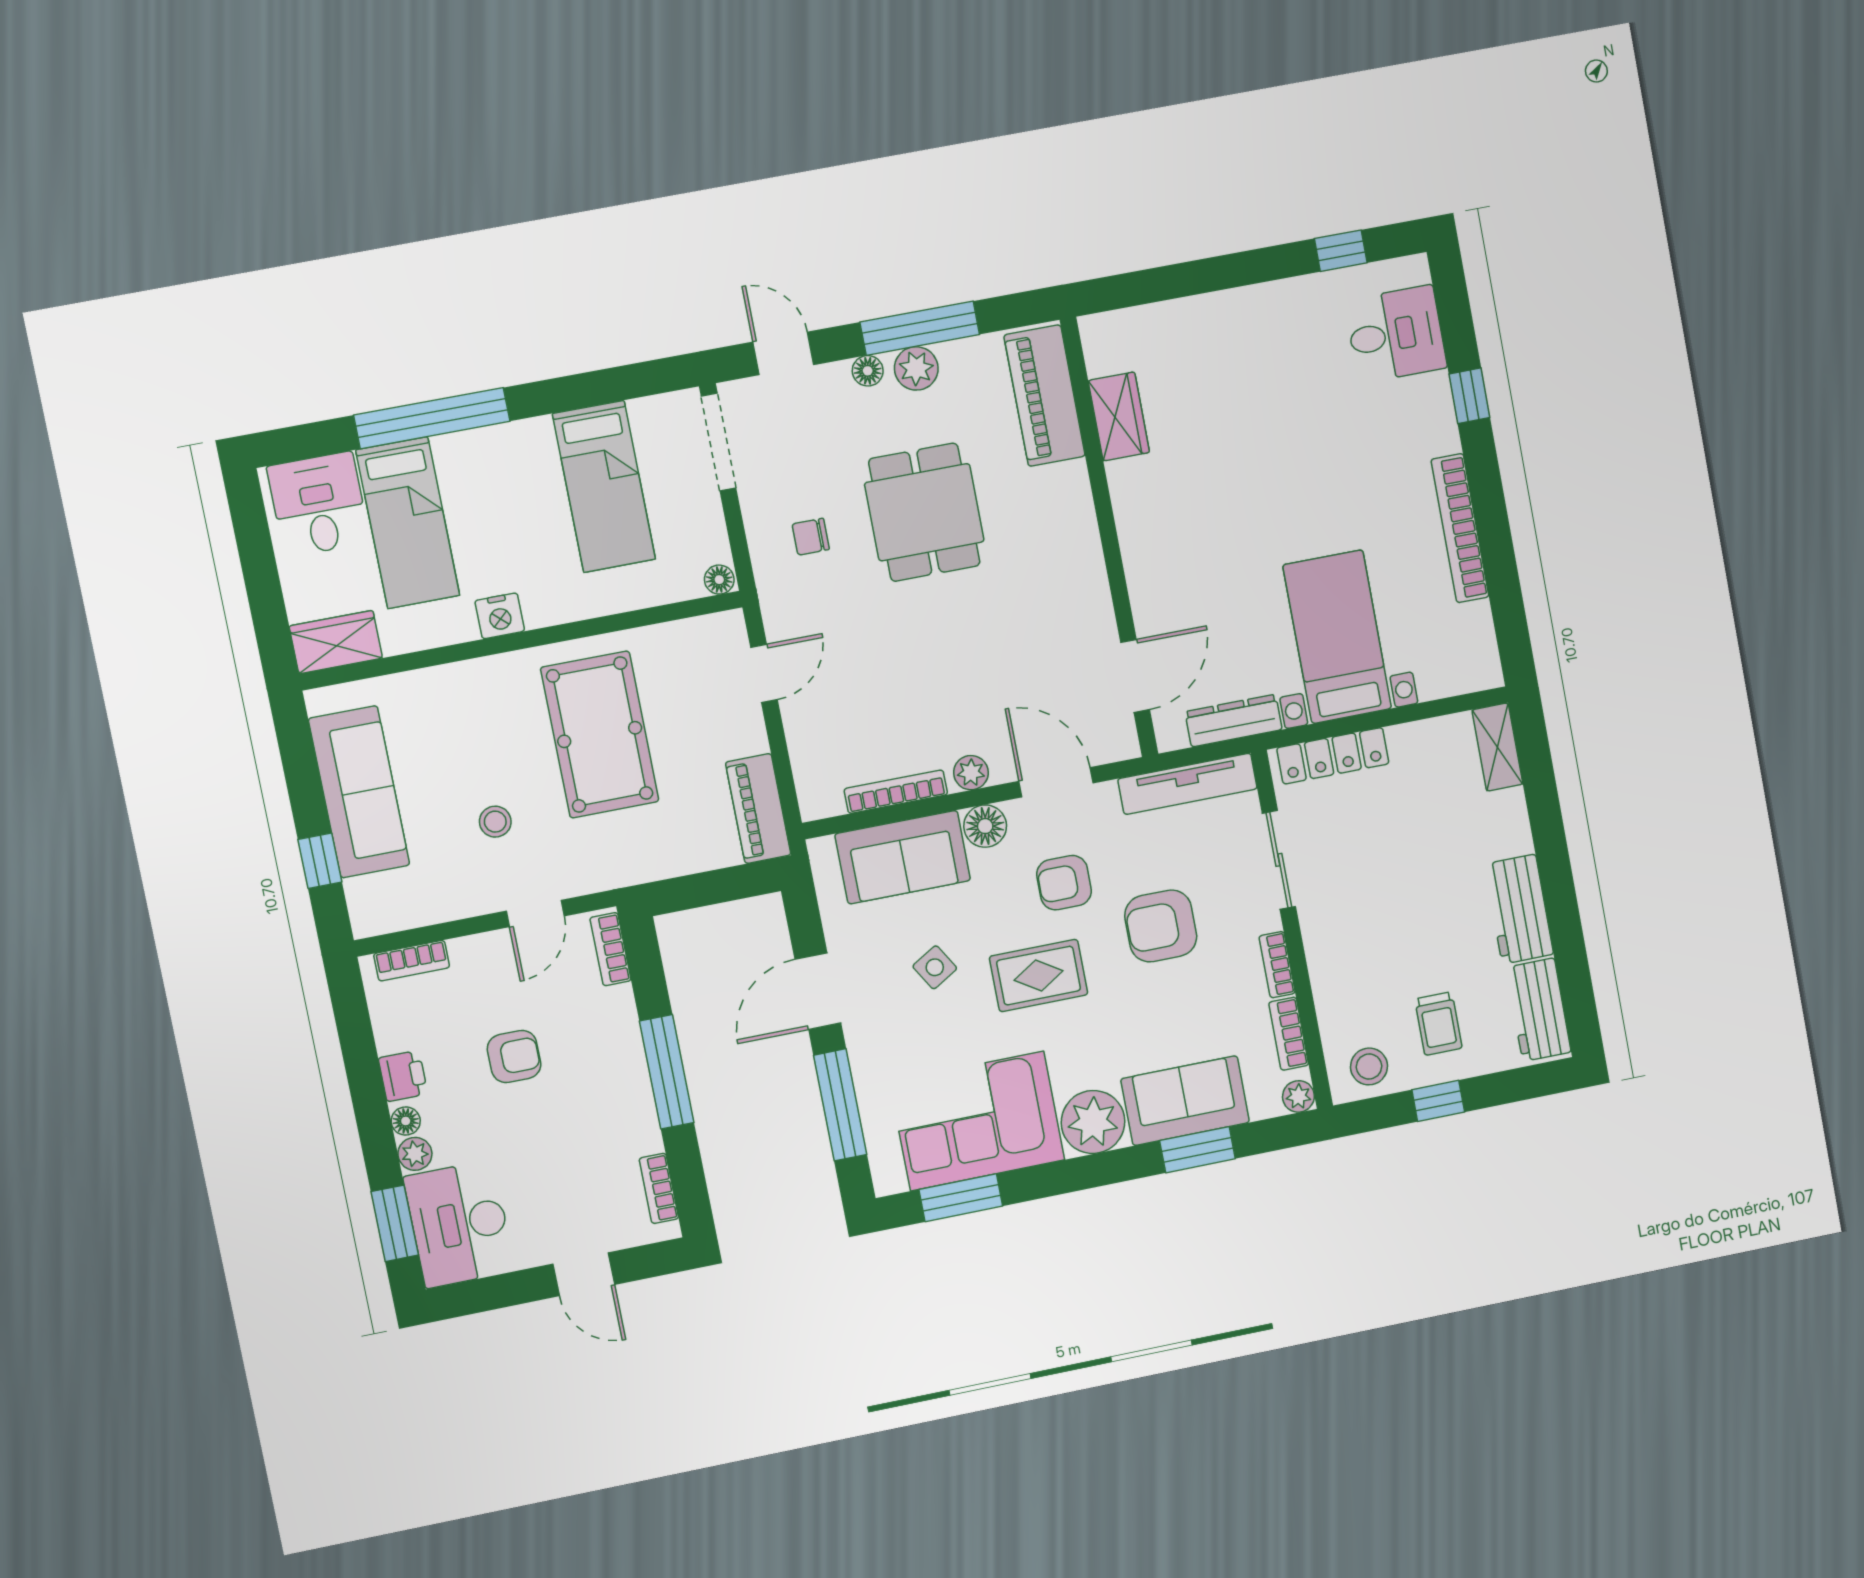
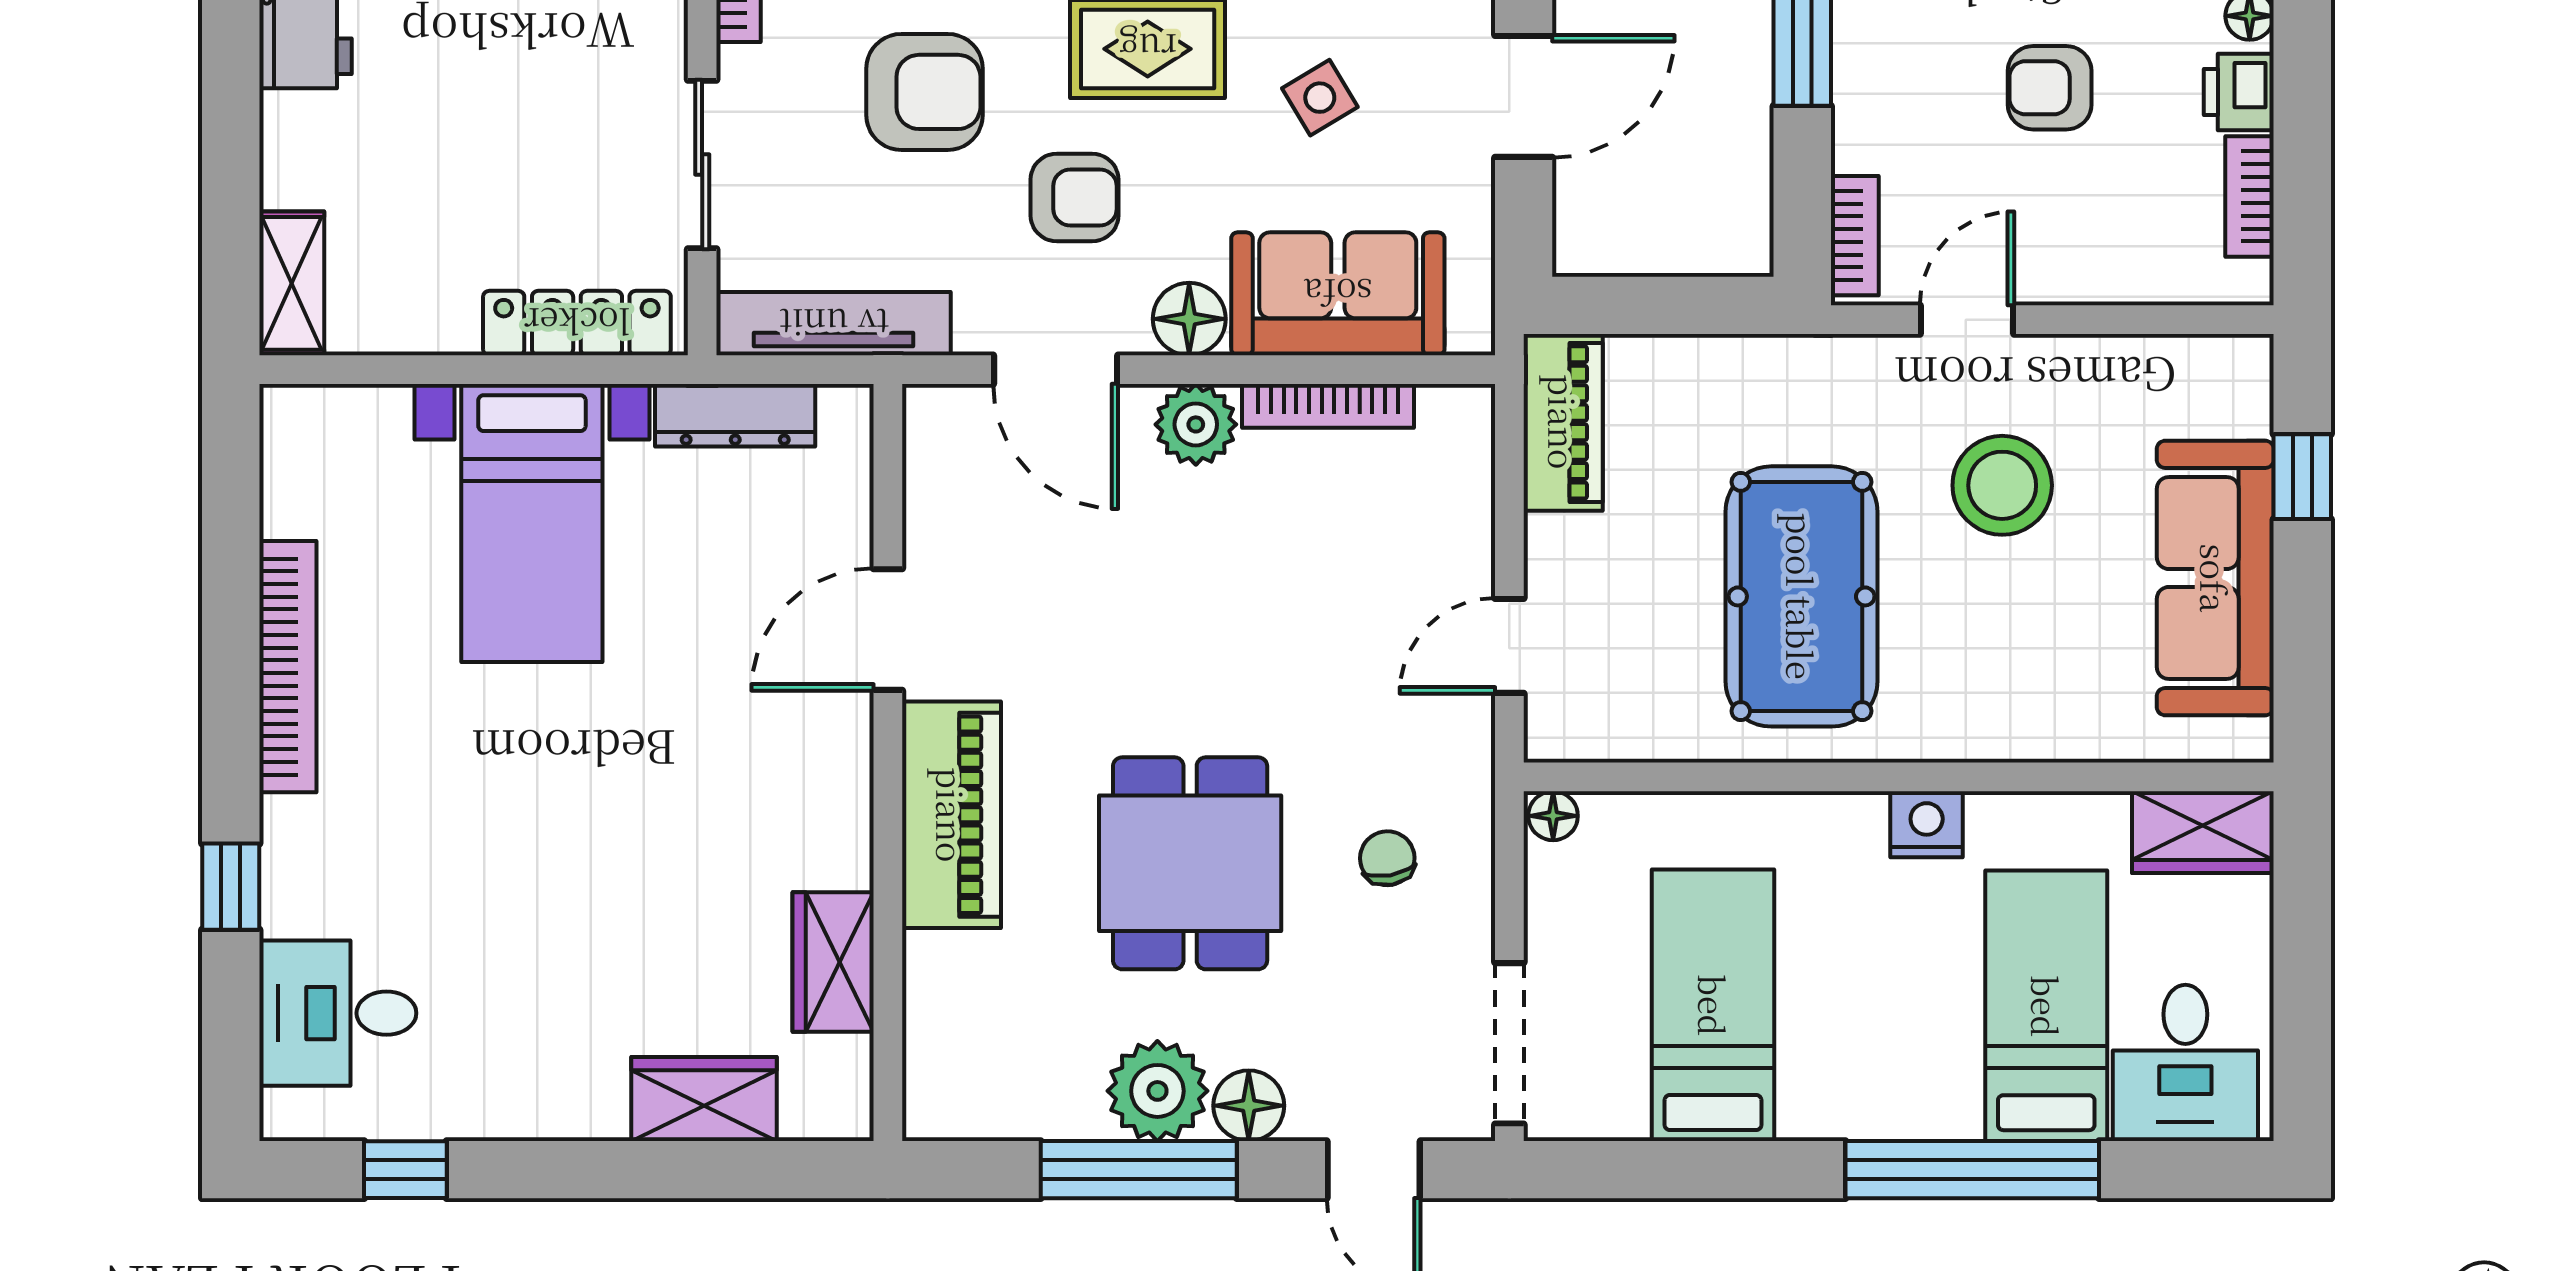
wardrobe: (1178, 323) -> (704, 1099), added
plant: (916, 368) -> (1157, 1091), width x1.36, depth x1.36
floor lamp: (868, 371) -> (1249, 1106), width x1.37, depth x1.37
piano: (1045, 396) -> (951, 815), moved
chair: (811, 537) -> (1387, 858), turned -100
door: (1135, 676) -> (888, 629), moved
plant: (971, 773) -> (1196, 424), width x1.38, depth x1.38
stool: (495, 822) -> (2002, 485), width x1.89, depth x1.89
bookcase: (412, 961) -> (2250, 196), moved, turned -90

